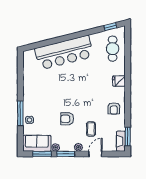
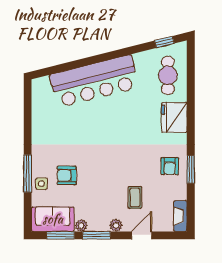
fridge: (119, 81) -> (174, 117), width x1.88, depth x1.34
armchair: (67, 119) -> (67, 175), moved
window: (128, 137) -> (191, 170), moved

